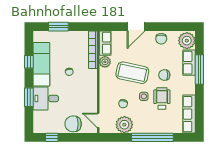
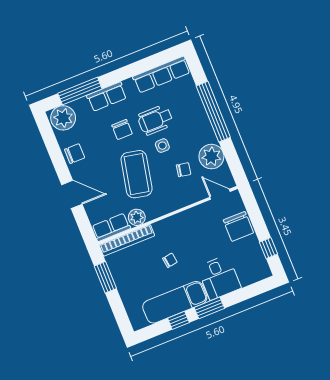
window: (58, 27) -> (105, 277), moved
row of seats: (189, 63) -> (107, 97), moved
window: (199, 69) -> (80, 91), moved
window: (29, 97) -> (209, 308), moved
door: (98, 120) -> (220, 194), swing flipped

